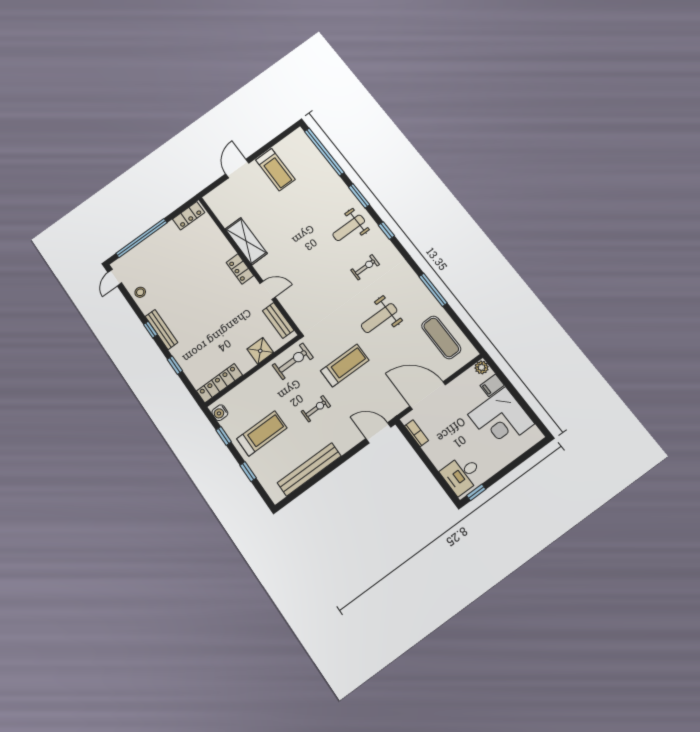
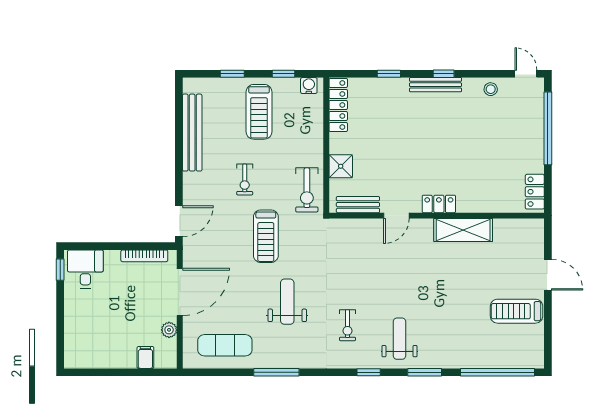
plant: (482, 367) -> (169, 330), moved
corner desk: (501, 419) -> (109, 342), removed
bookcase: (416, 433) -> (144, 256), width x1.56

